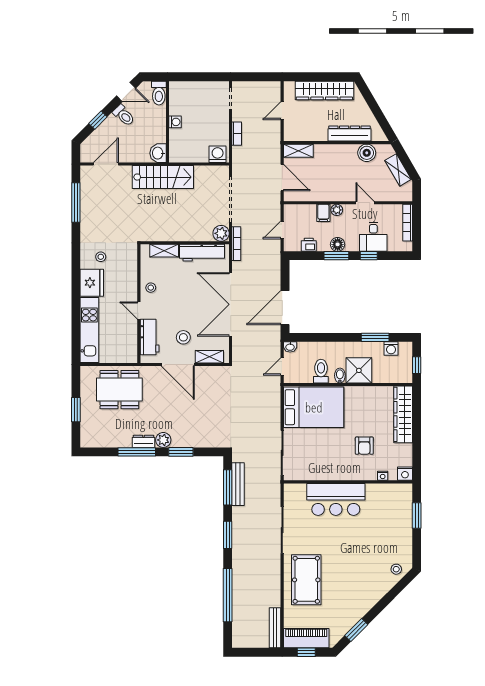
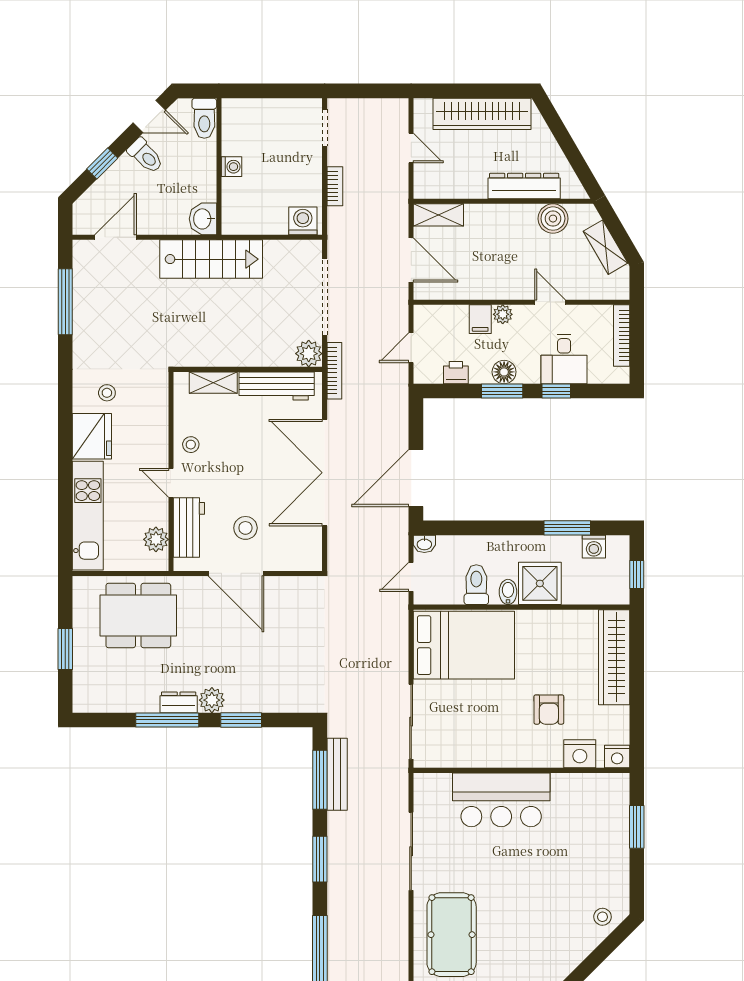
door: (282, 111) -> (411, 148), swing flipped
plant: (130, 344) -> (156, 539), added
shelving: (209, 357) -> (289, 560), removed
nightstand: (383, 476) -> (580, 754), width x1.89, depth x1.79

